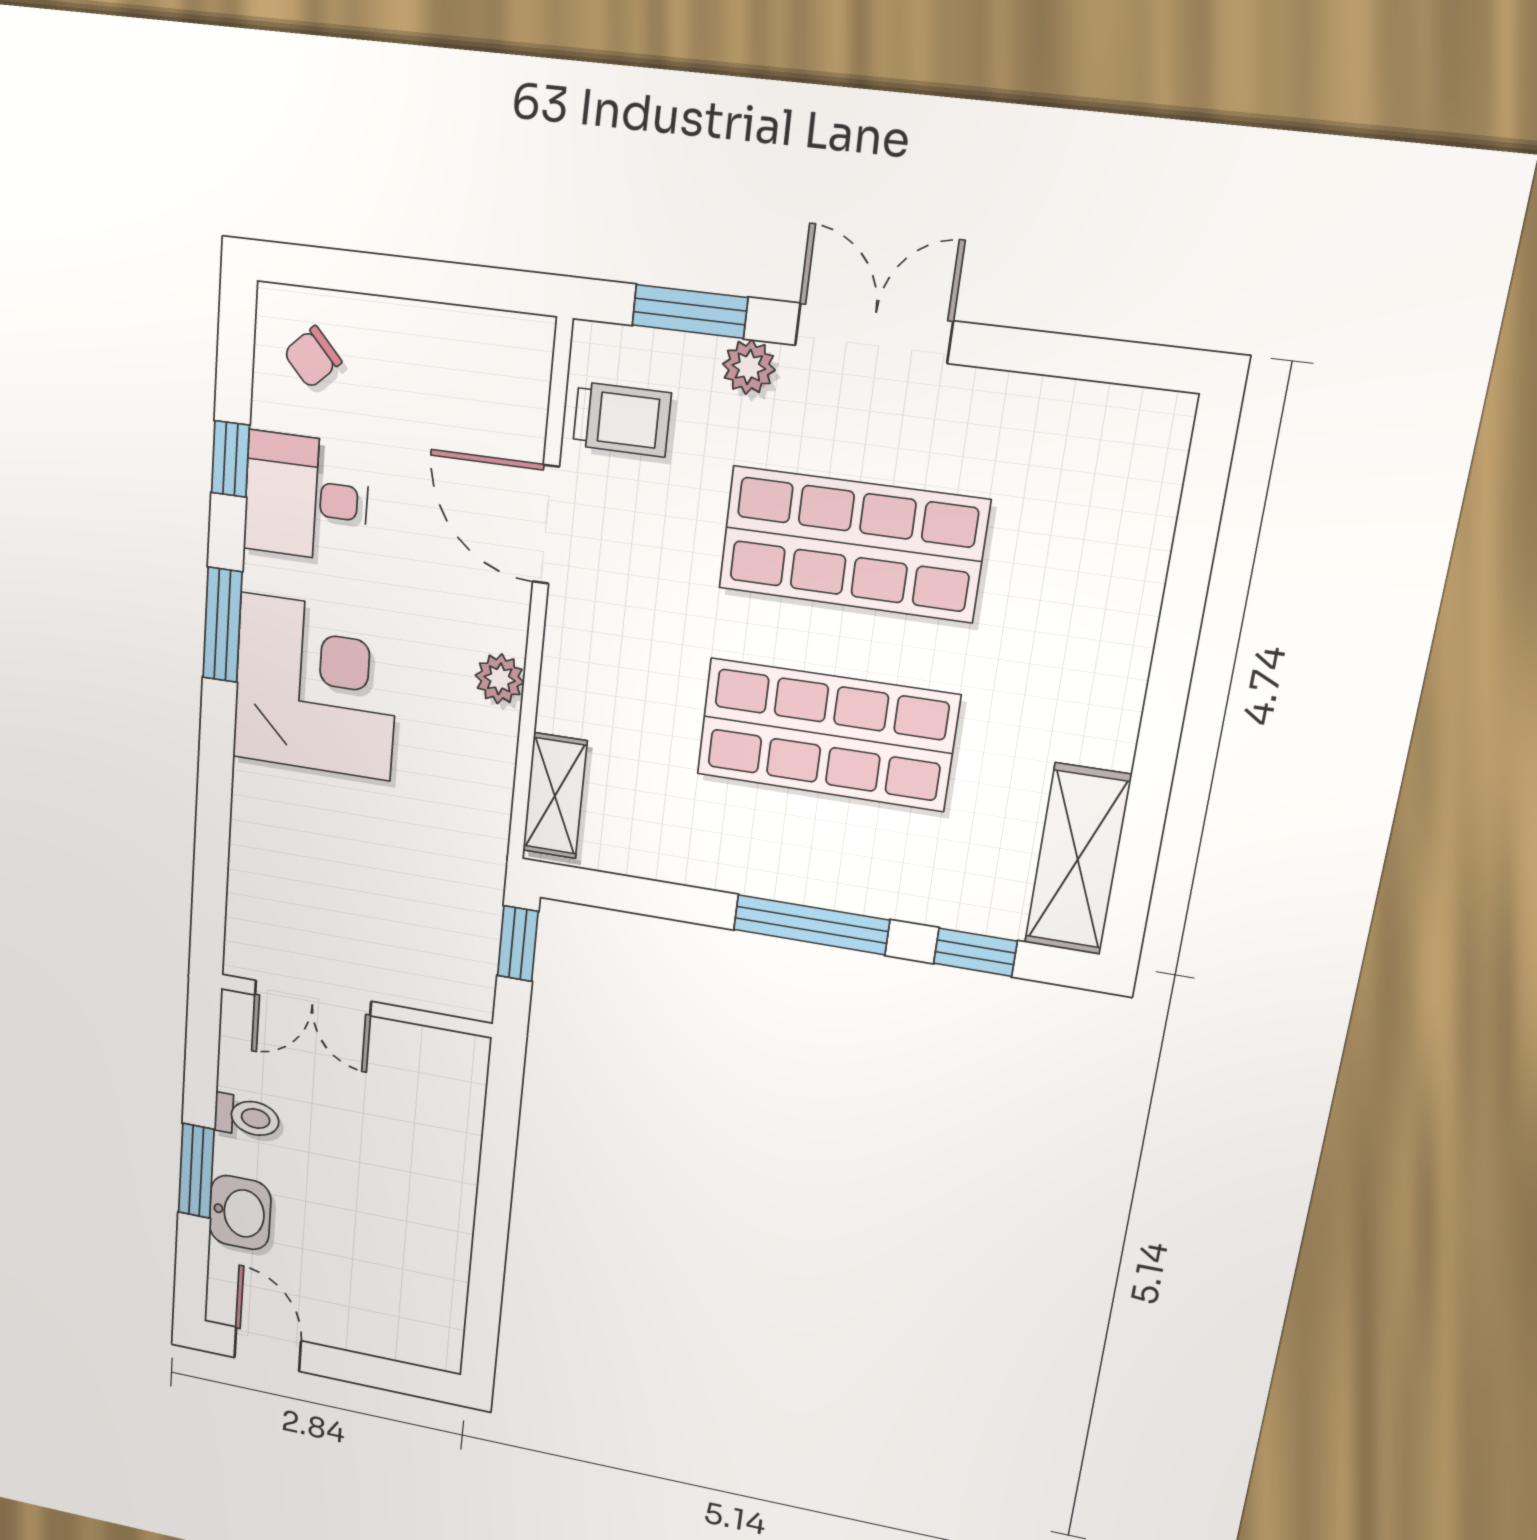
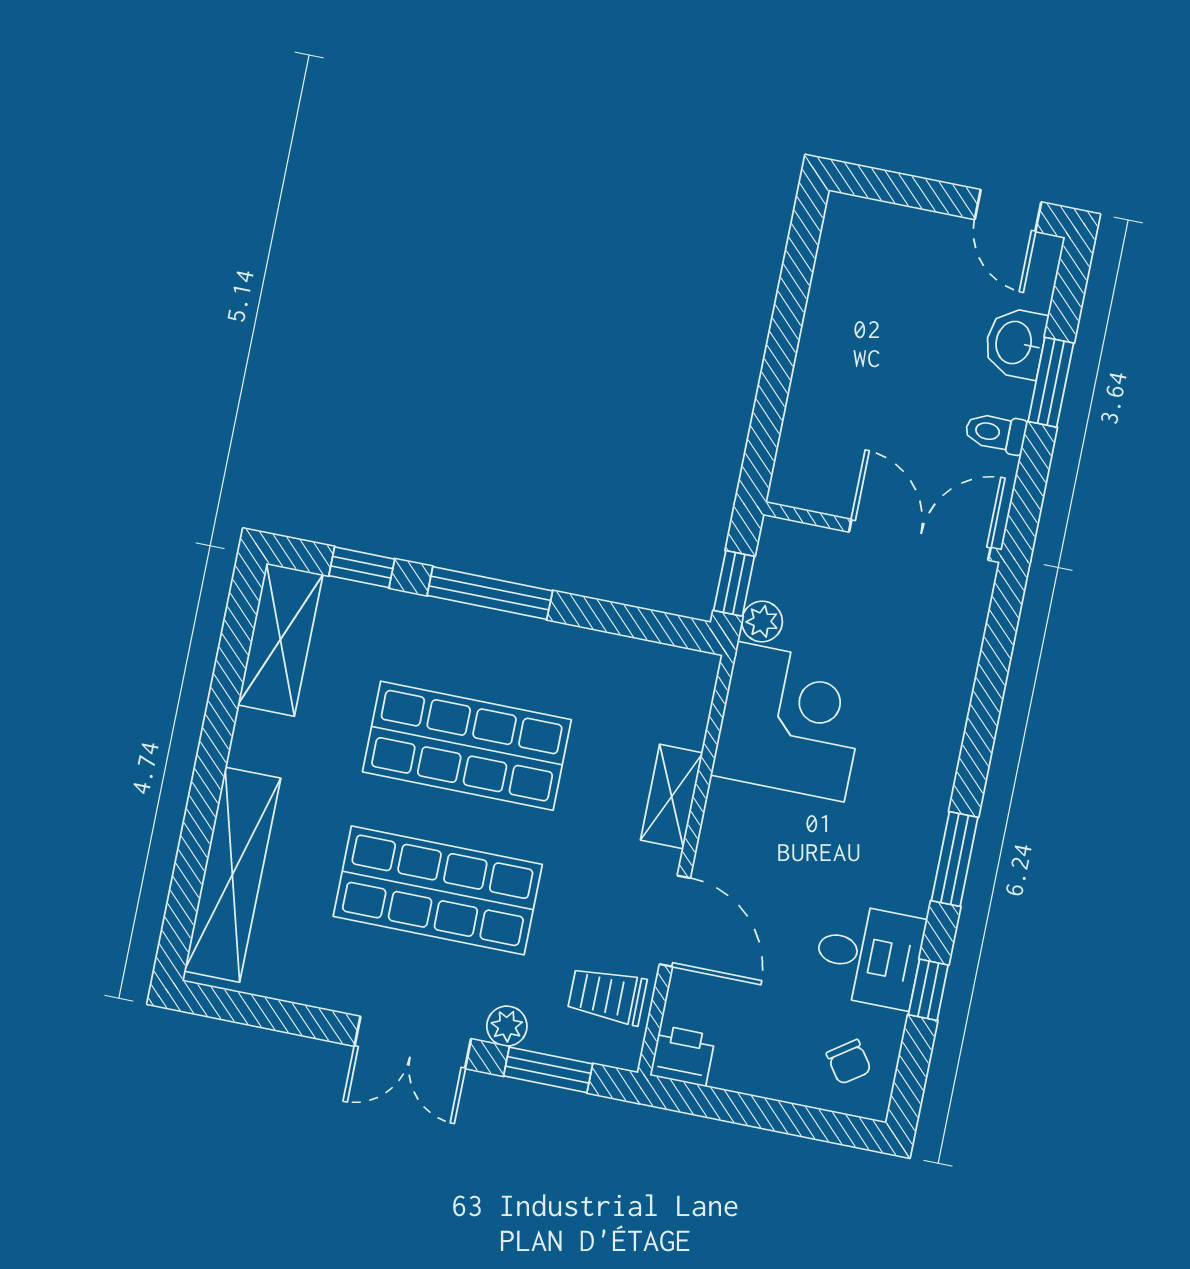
printer: (518, 347) -> (683, 1056), added
chair: (313, 357) -> (849, 1062), turned 98
shelving: (1133, 547) -> (232, 875), added
plant: (500, 679) -> (762, 622), moved
corner desk: (316, 687) -> (791, 722), moved, turned 180
shelving: (555, 796) -> (672, 796), moved
double door: (313, 998) -> (920, 540), width x1.37

